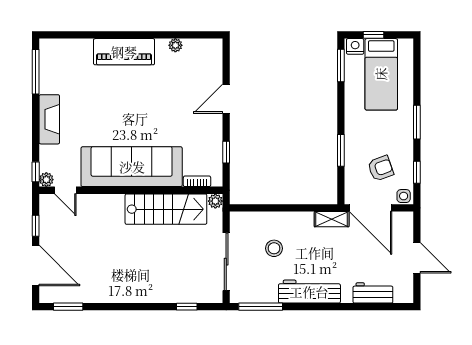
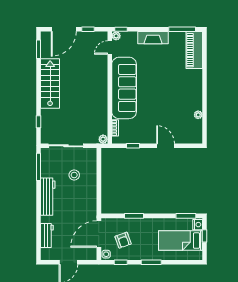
piano: (124, 52) -> (194, 50), moved
stairs: (166, 209) -> (50, 83), moved, turned 180
shelving: (332, 219) -> (92, 210), removed

